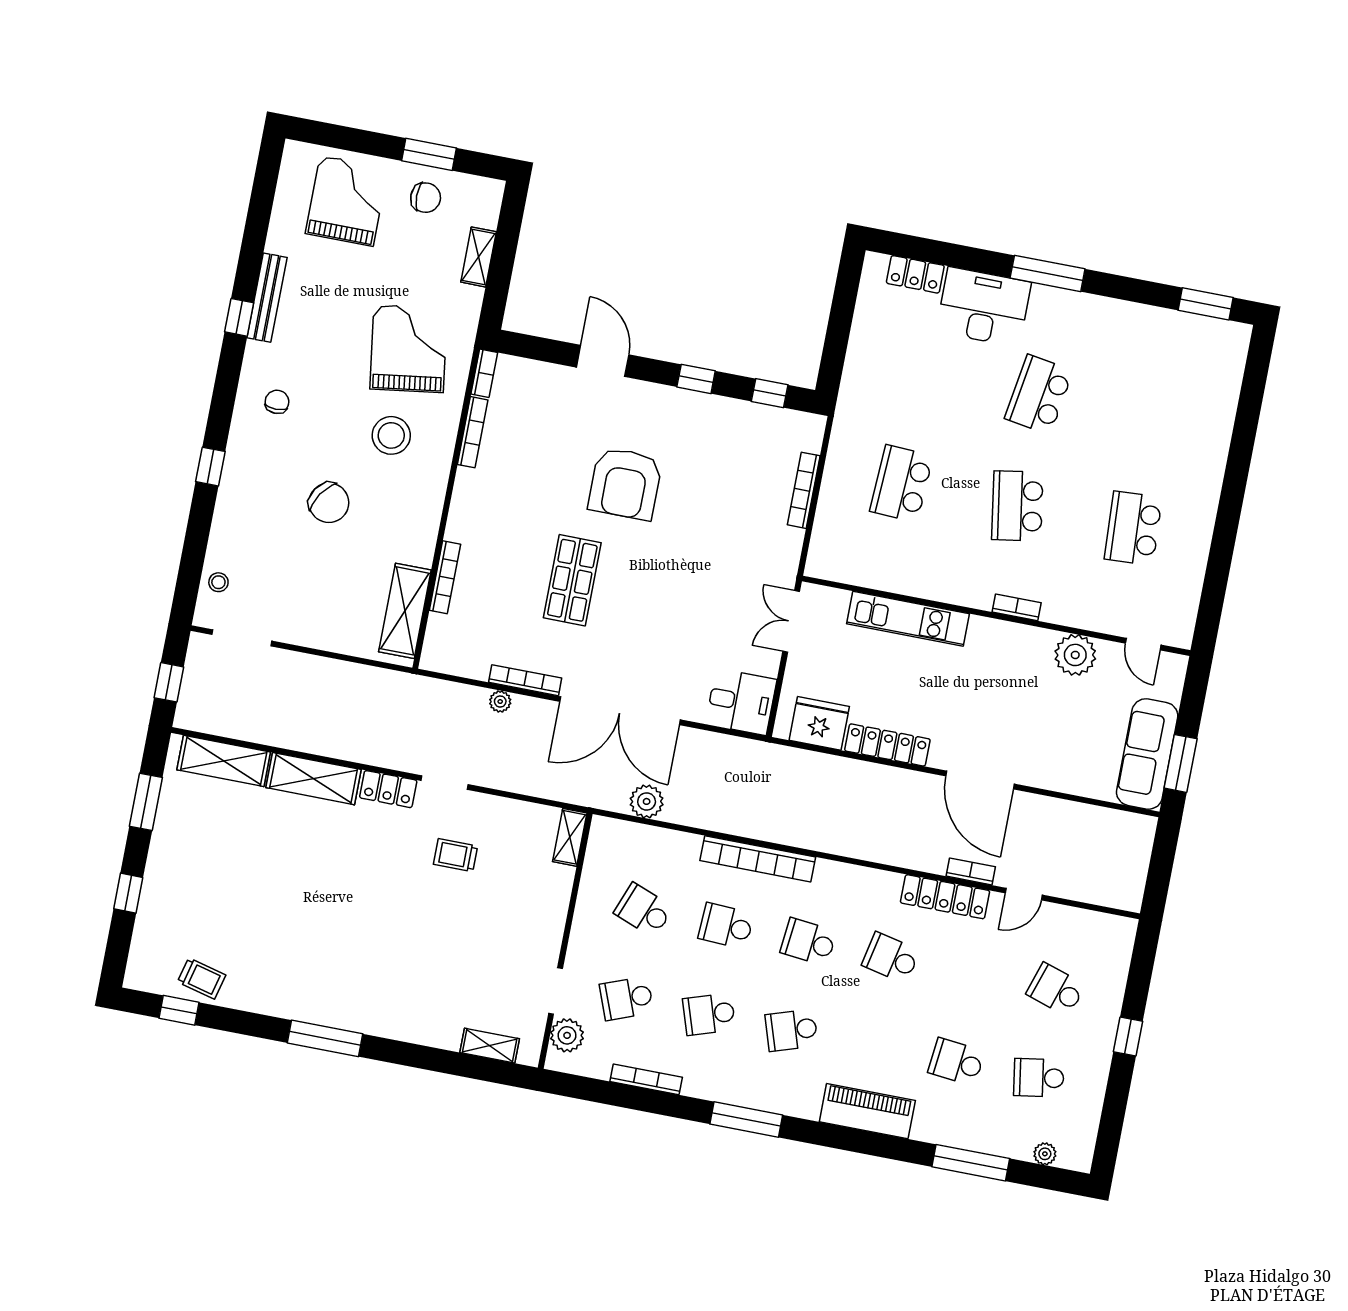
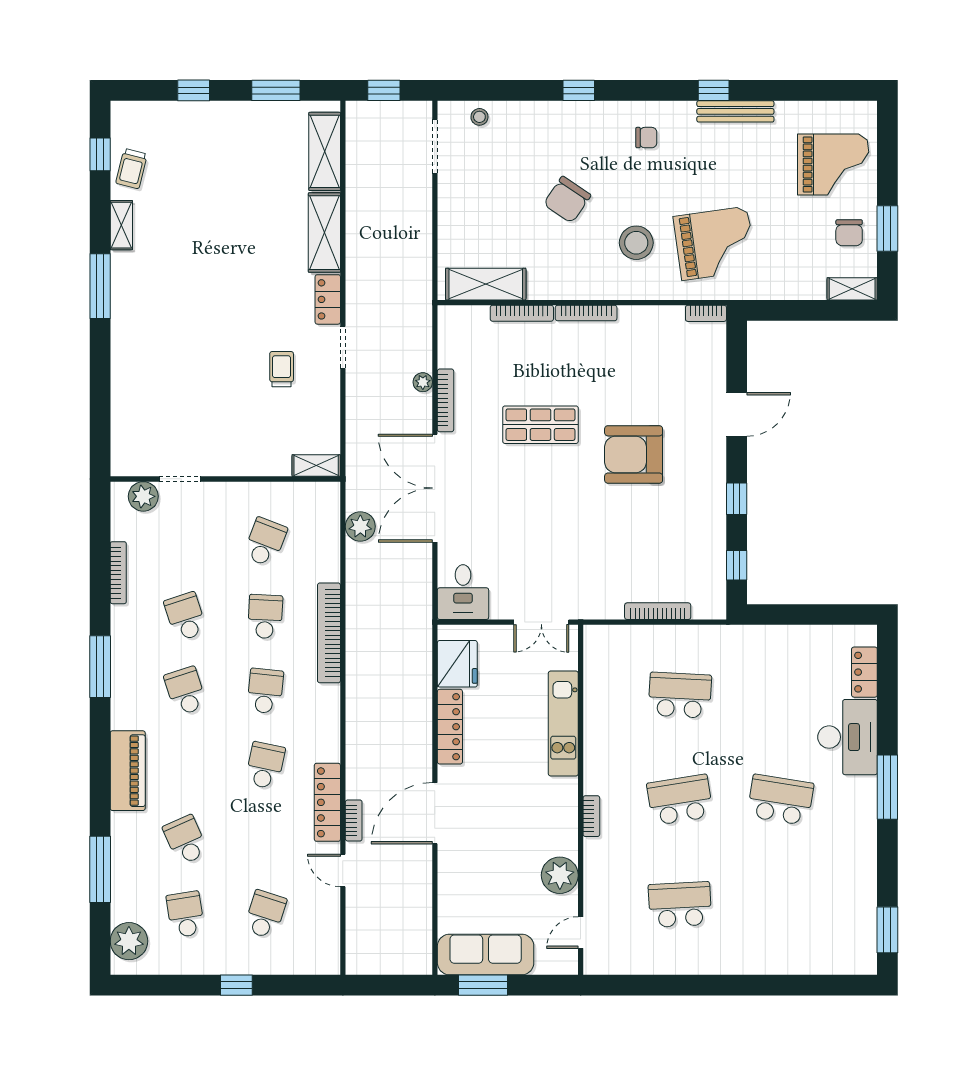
shelving: (479, 257) -> (852, 289), moved
bookcase: (473, 432) -> (586, 313), moved
double door: (791, 621) -> (541, 622), swing flipped
school desk: (627, 998) -> (185, 542), removed
shelving: (490, 1046) -> (121, 225), moved
school desk: (956, 1062) -> (185, 840), turned -30
plant: (1045, 1154) -> (129, 941), width x1.88, depth x1.88

